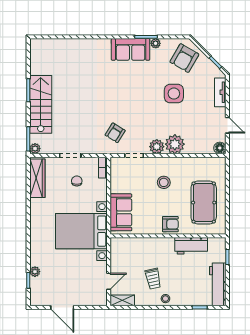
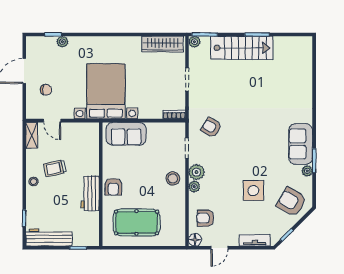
armchair: (200, 138) -> (205, 218), added
plant: (175, 144) -> (194, 187), width x0.53, depth x0.53
chair: (77, 181) -> (46, 90), moved
stool: (164, 182) -> (173, 179), moved
workbench: (191, 246) -> (90, 193), moved

